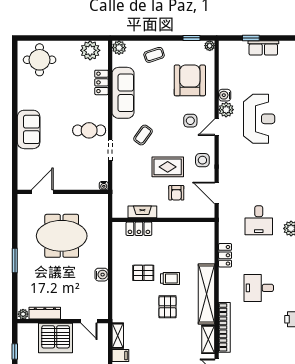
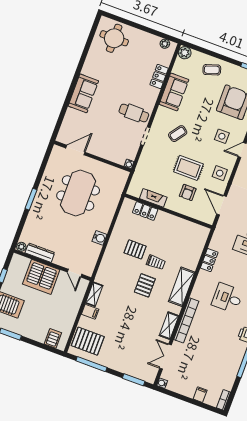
plant: (90, 50) -> (165, 44), width x0.53, depth x0.53
sofa: (123, 93) -> (174, 92), width x0.73
meeting table: (62, 236) -> (78, 193), turned 90
shelving: (207, 294) -> (182, 287), width x0.68

